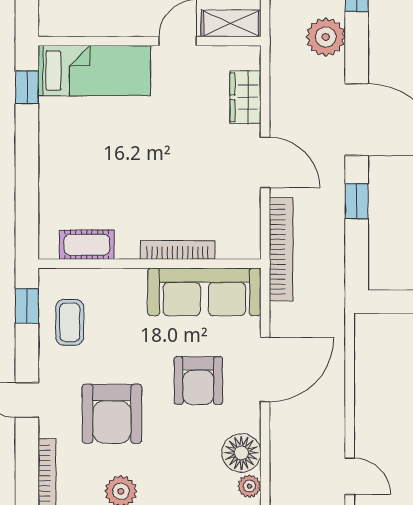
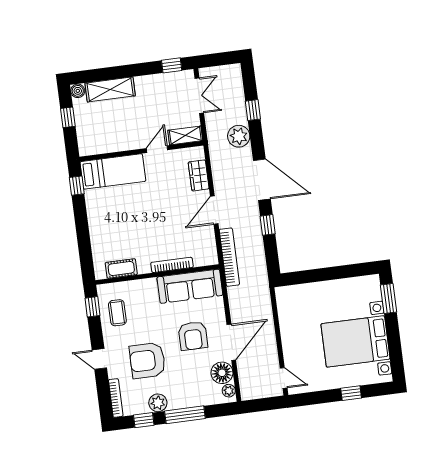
door: (265, 162) -> (214, 210), swing flipped
door: (265, 370) -> (231, 342), moved
armchair: (112, 414) -> (147, 360), turned 90

